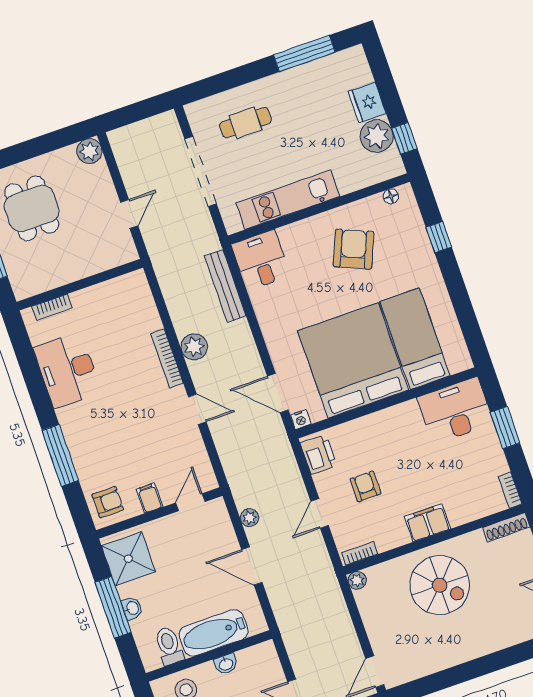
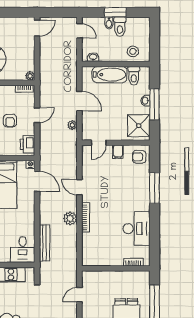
washbasin: (226, 664) -> (93, 57), moved

